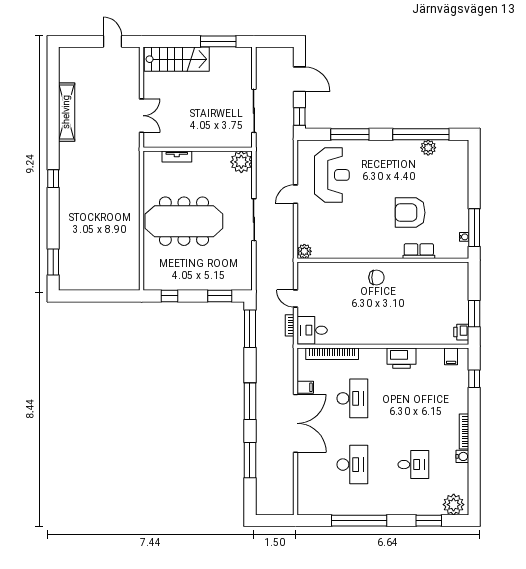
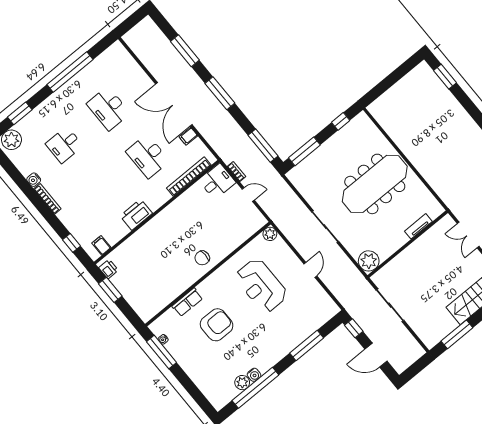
water cooler: (413, 146) -> (254, 375), added
reception desk: (332, 175) -> (261, 286), moved
window: (220, 296) -> (304, 151), width x1.44

